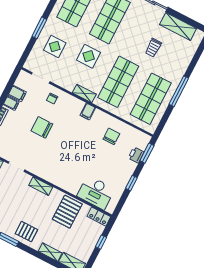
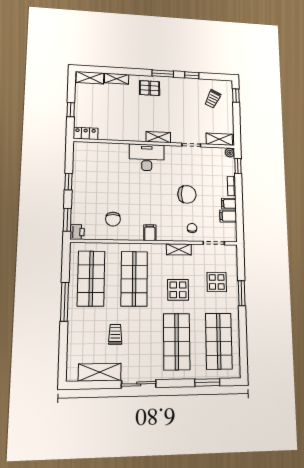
shelving: (84, 94) -> (179, 249), moved
printer: (136, 155) -> (77, 232), moved
desk: (96, 192) -> (147, 157), moved
pallet: (67, 212) -> (120, 124), removed

